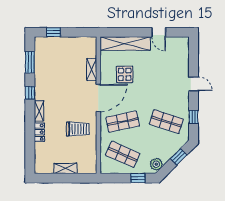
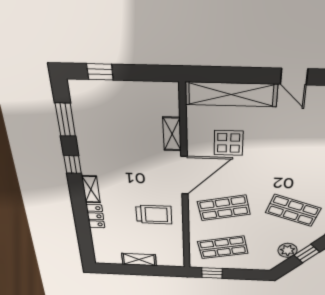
shop shelf: (123, 154) -> (223, 247), turned -36
plant: (156, 164) -> (288, 250), moved
window: (138, 178) -> (212, 273), moved

